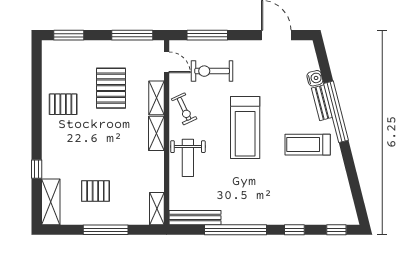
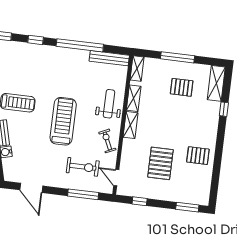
window: (132, 35) -> (140, 201), width x0.46
shelving: (156, 98) -> (134, 98), moved

